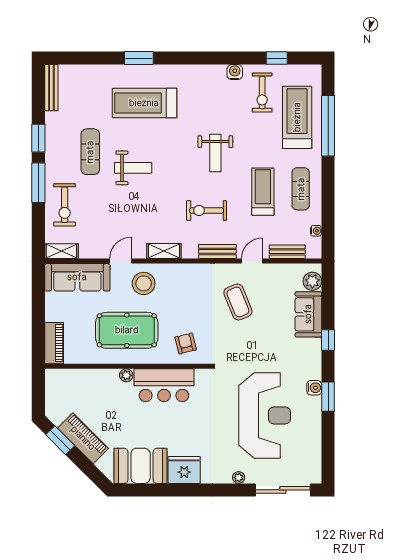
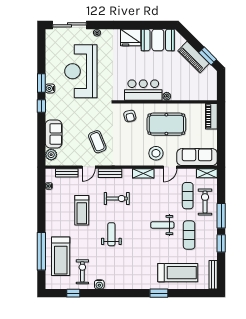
treadmill: (144, 103) -> (178, 273), moved
exercise mat: (301, 189) -> (188, 196), moved
window: (328, 340) -> (41, 106), moved

